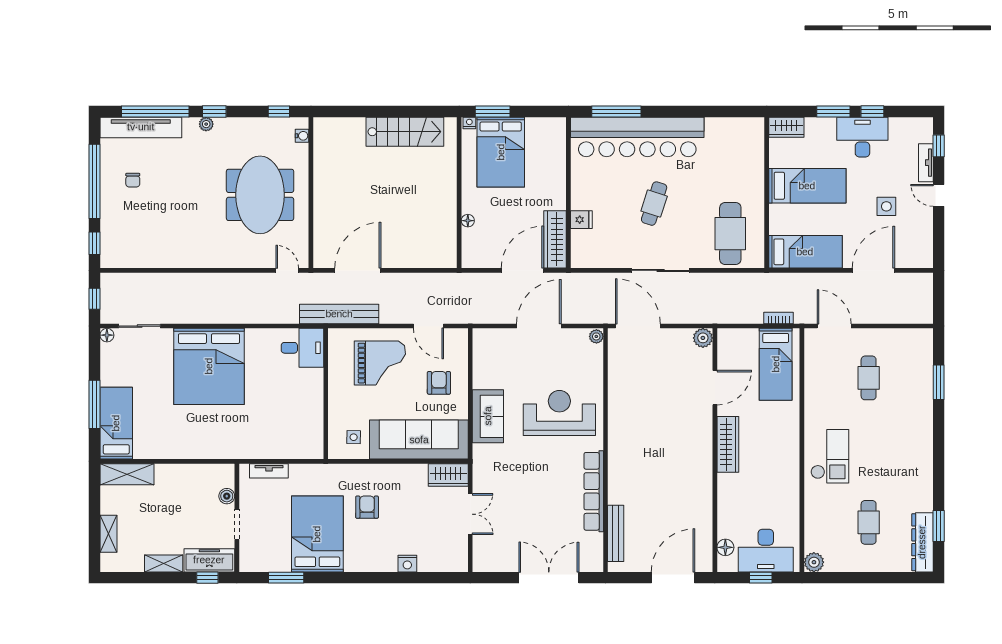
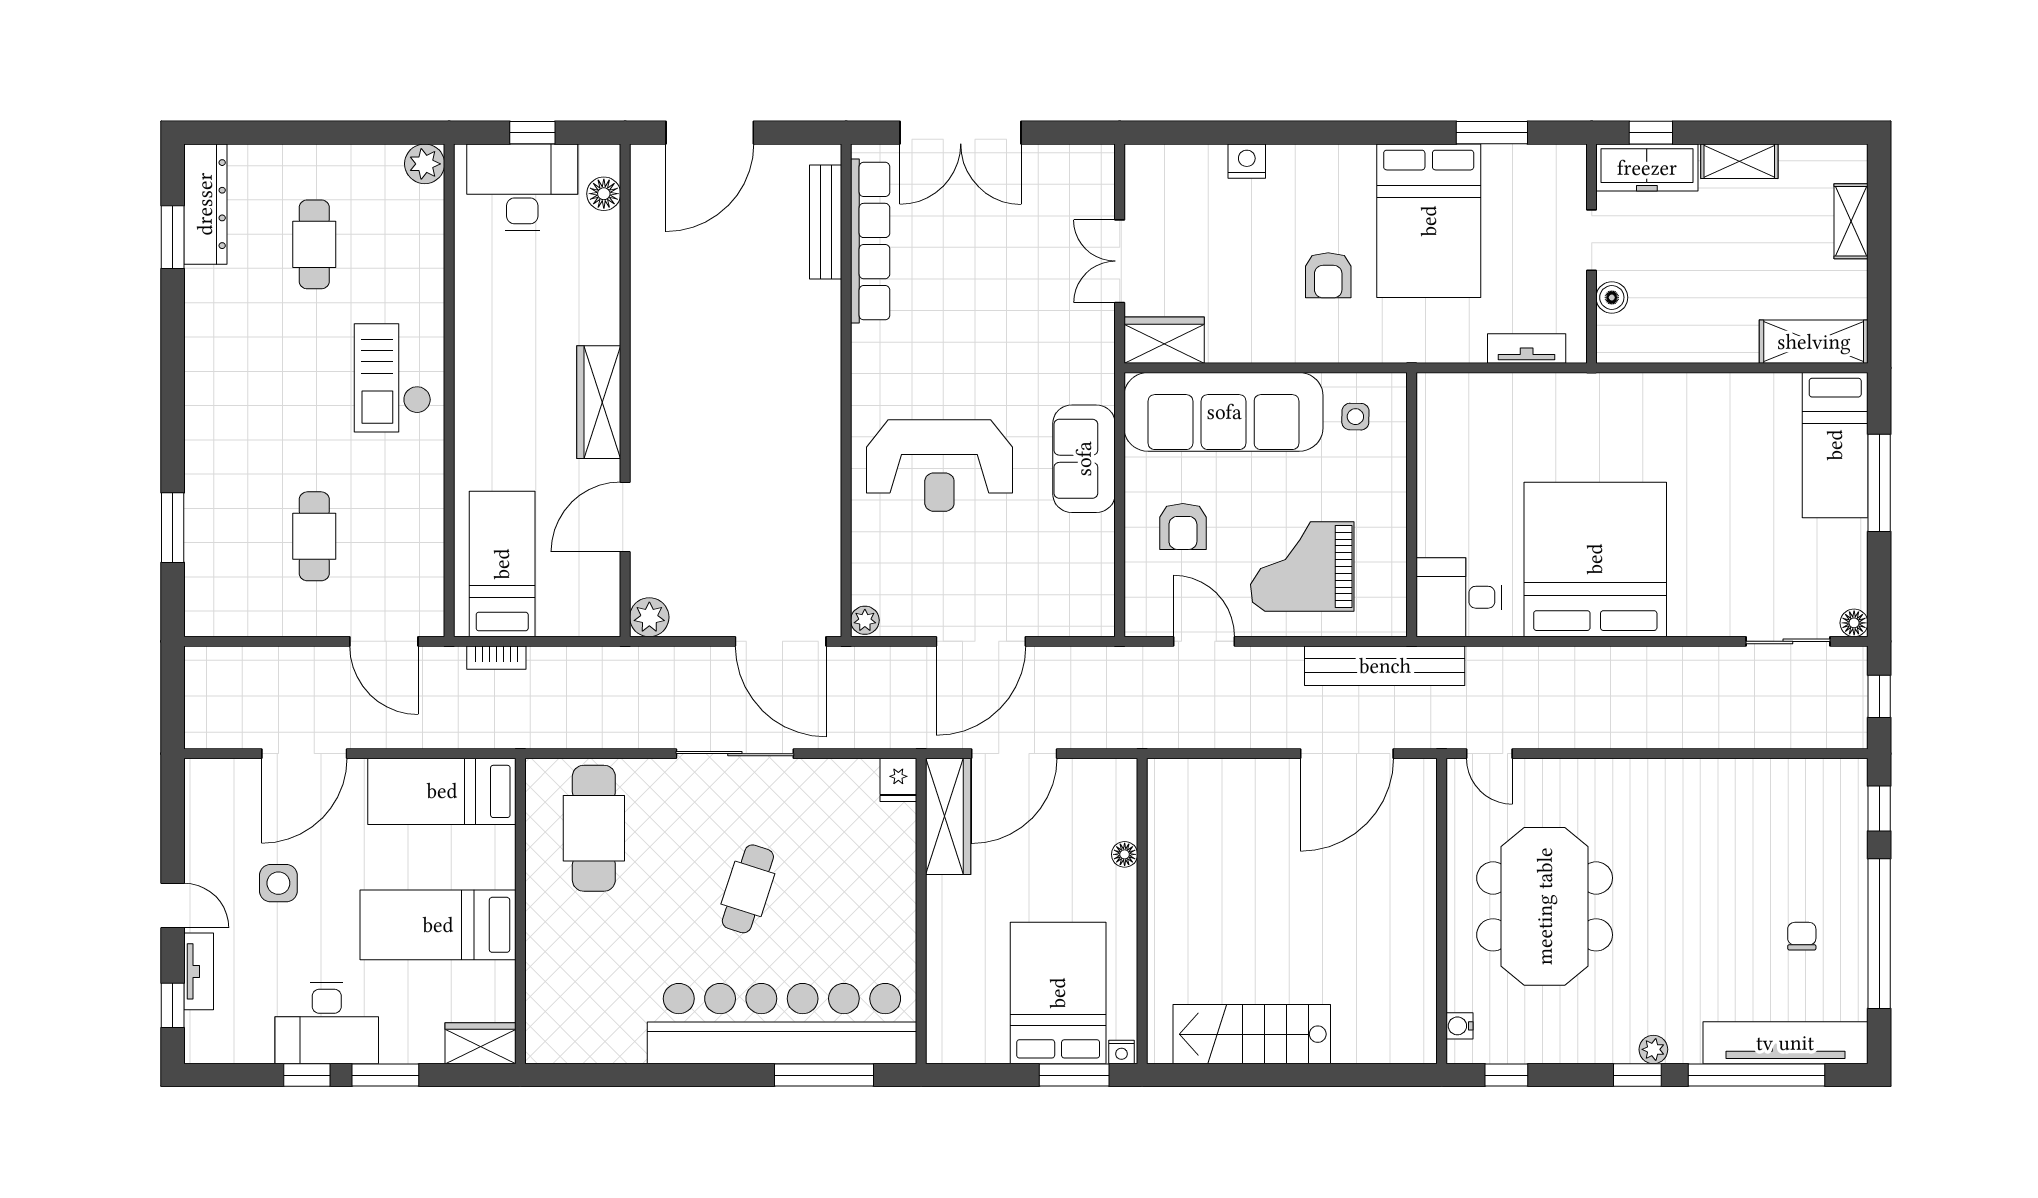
fridge: (581, 220) -> (898, 780), moved, turned -90
bed: (209, 366) -> (1595, 559), moved
row of seats: (594, 491) -> (870, 241), moved

